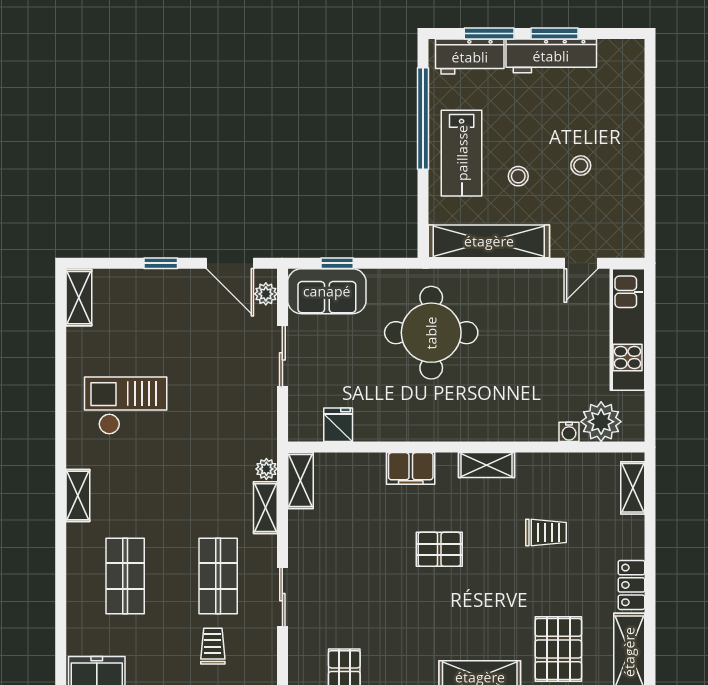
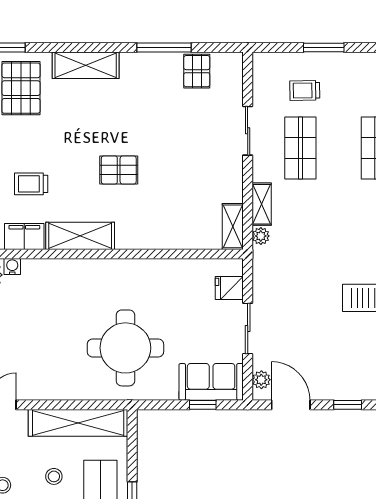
fridge: (338, 425) -> (229, 288), moved, turned 90
shelving: (486, 465) -> (80, 236), width x1.50, depth x1.33
filing cabinet: (411, 468) -> (24, 236), moved
trolley: (213, 646) -> (305, 90), turned 89

